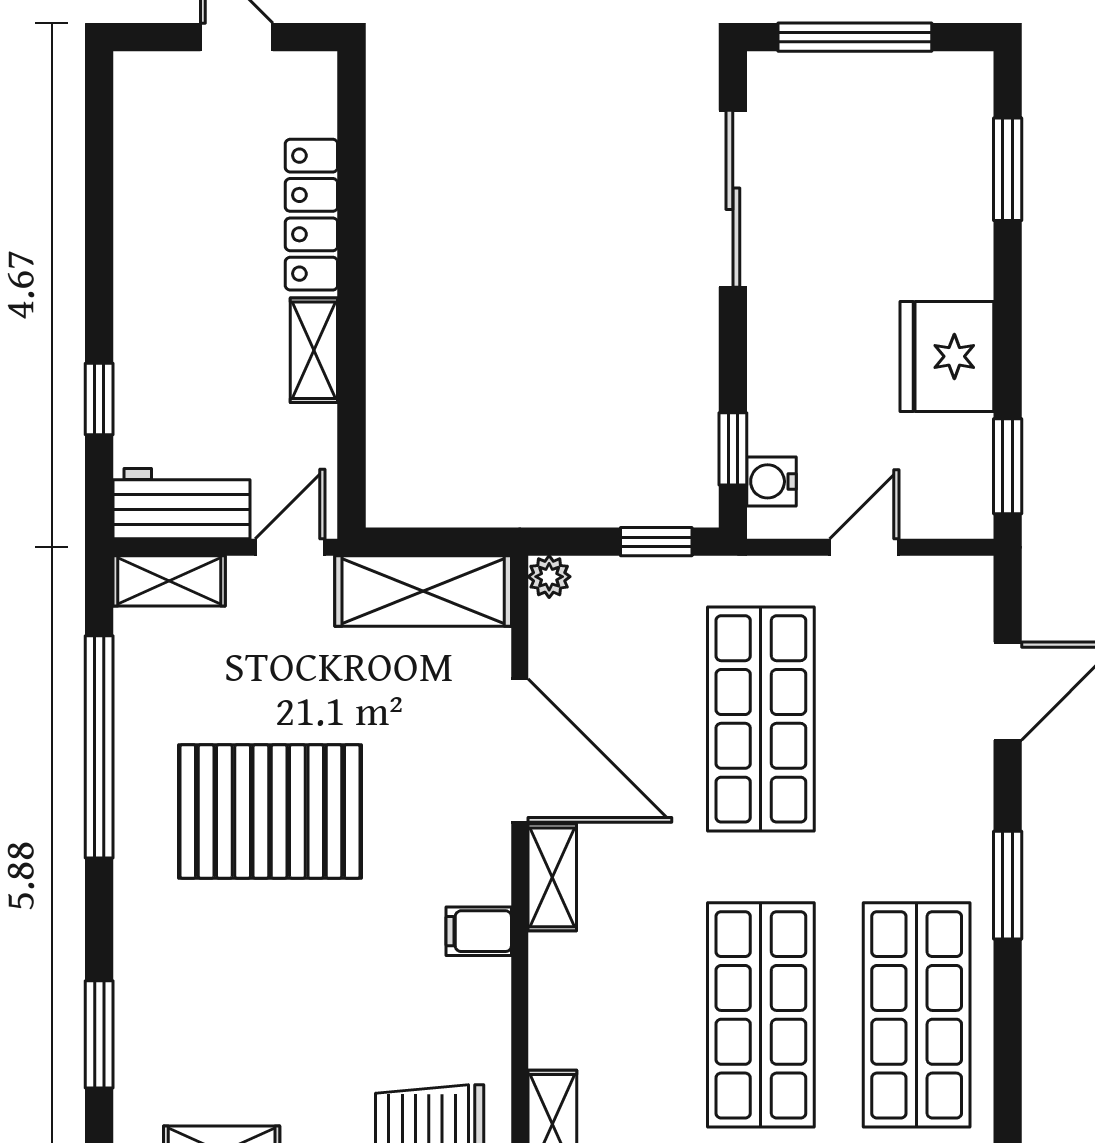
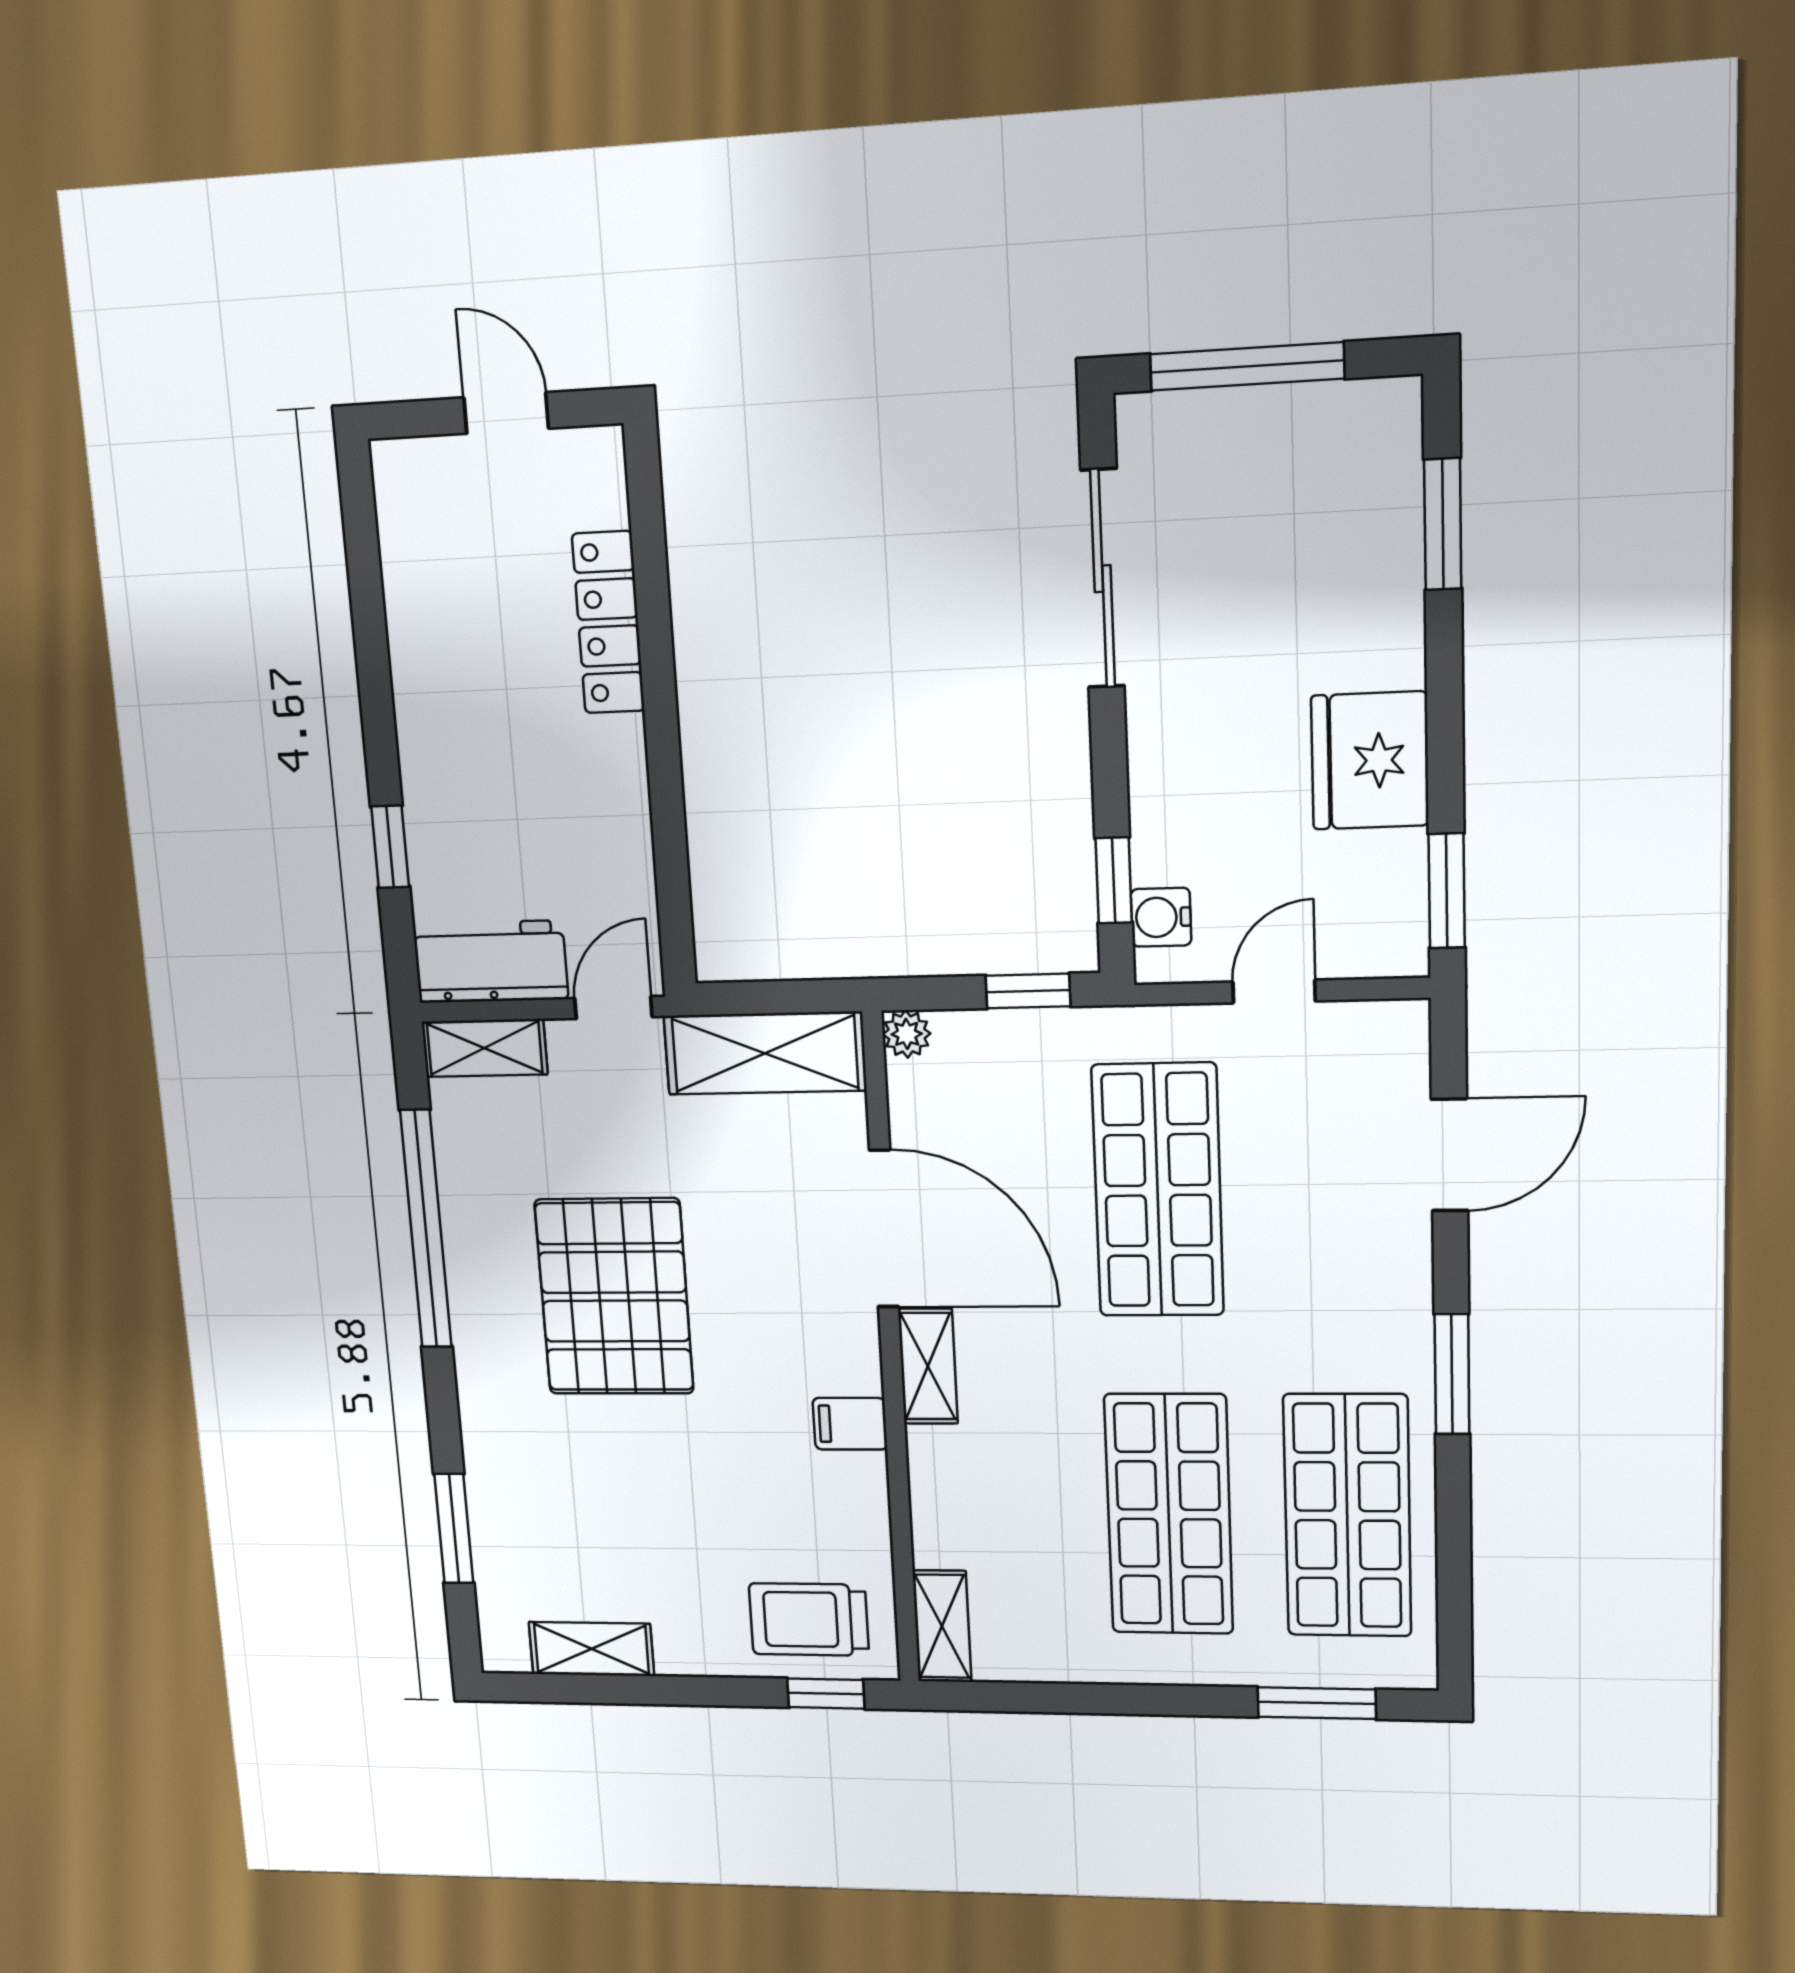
shelving: (314, 350) -> (623, 782), removed
pallet: (270, 811) -> (614, 1297), turned 90

